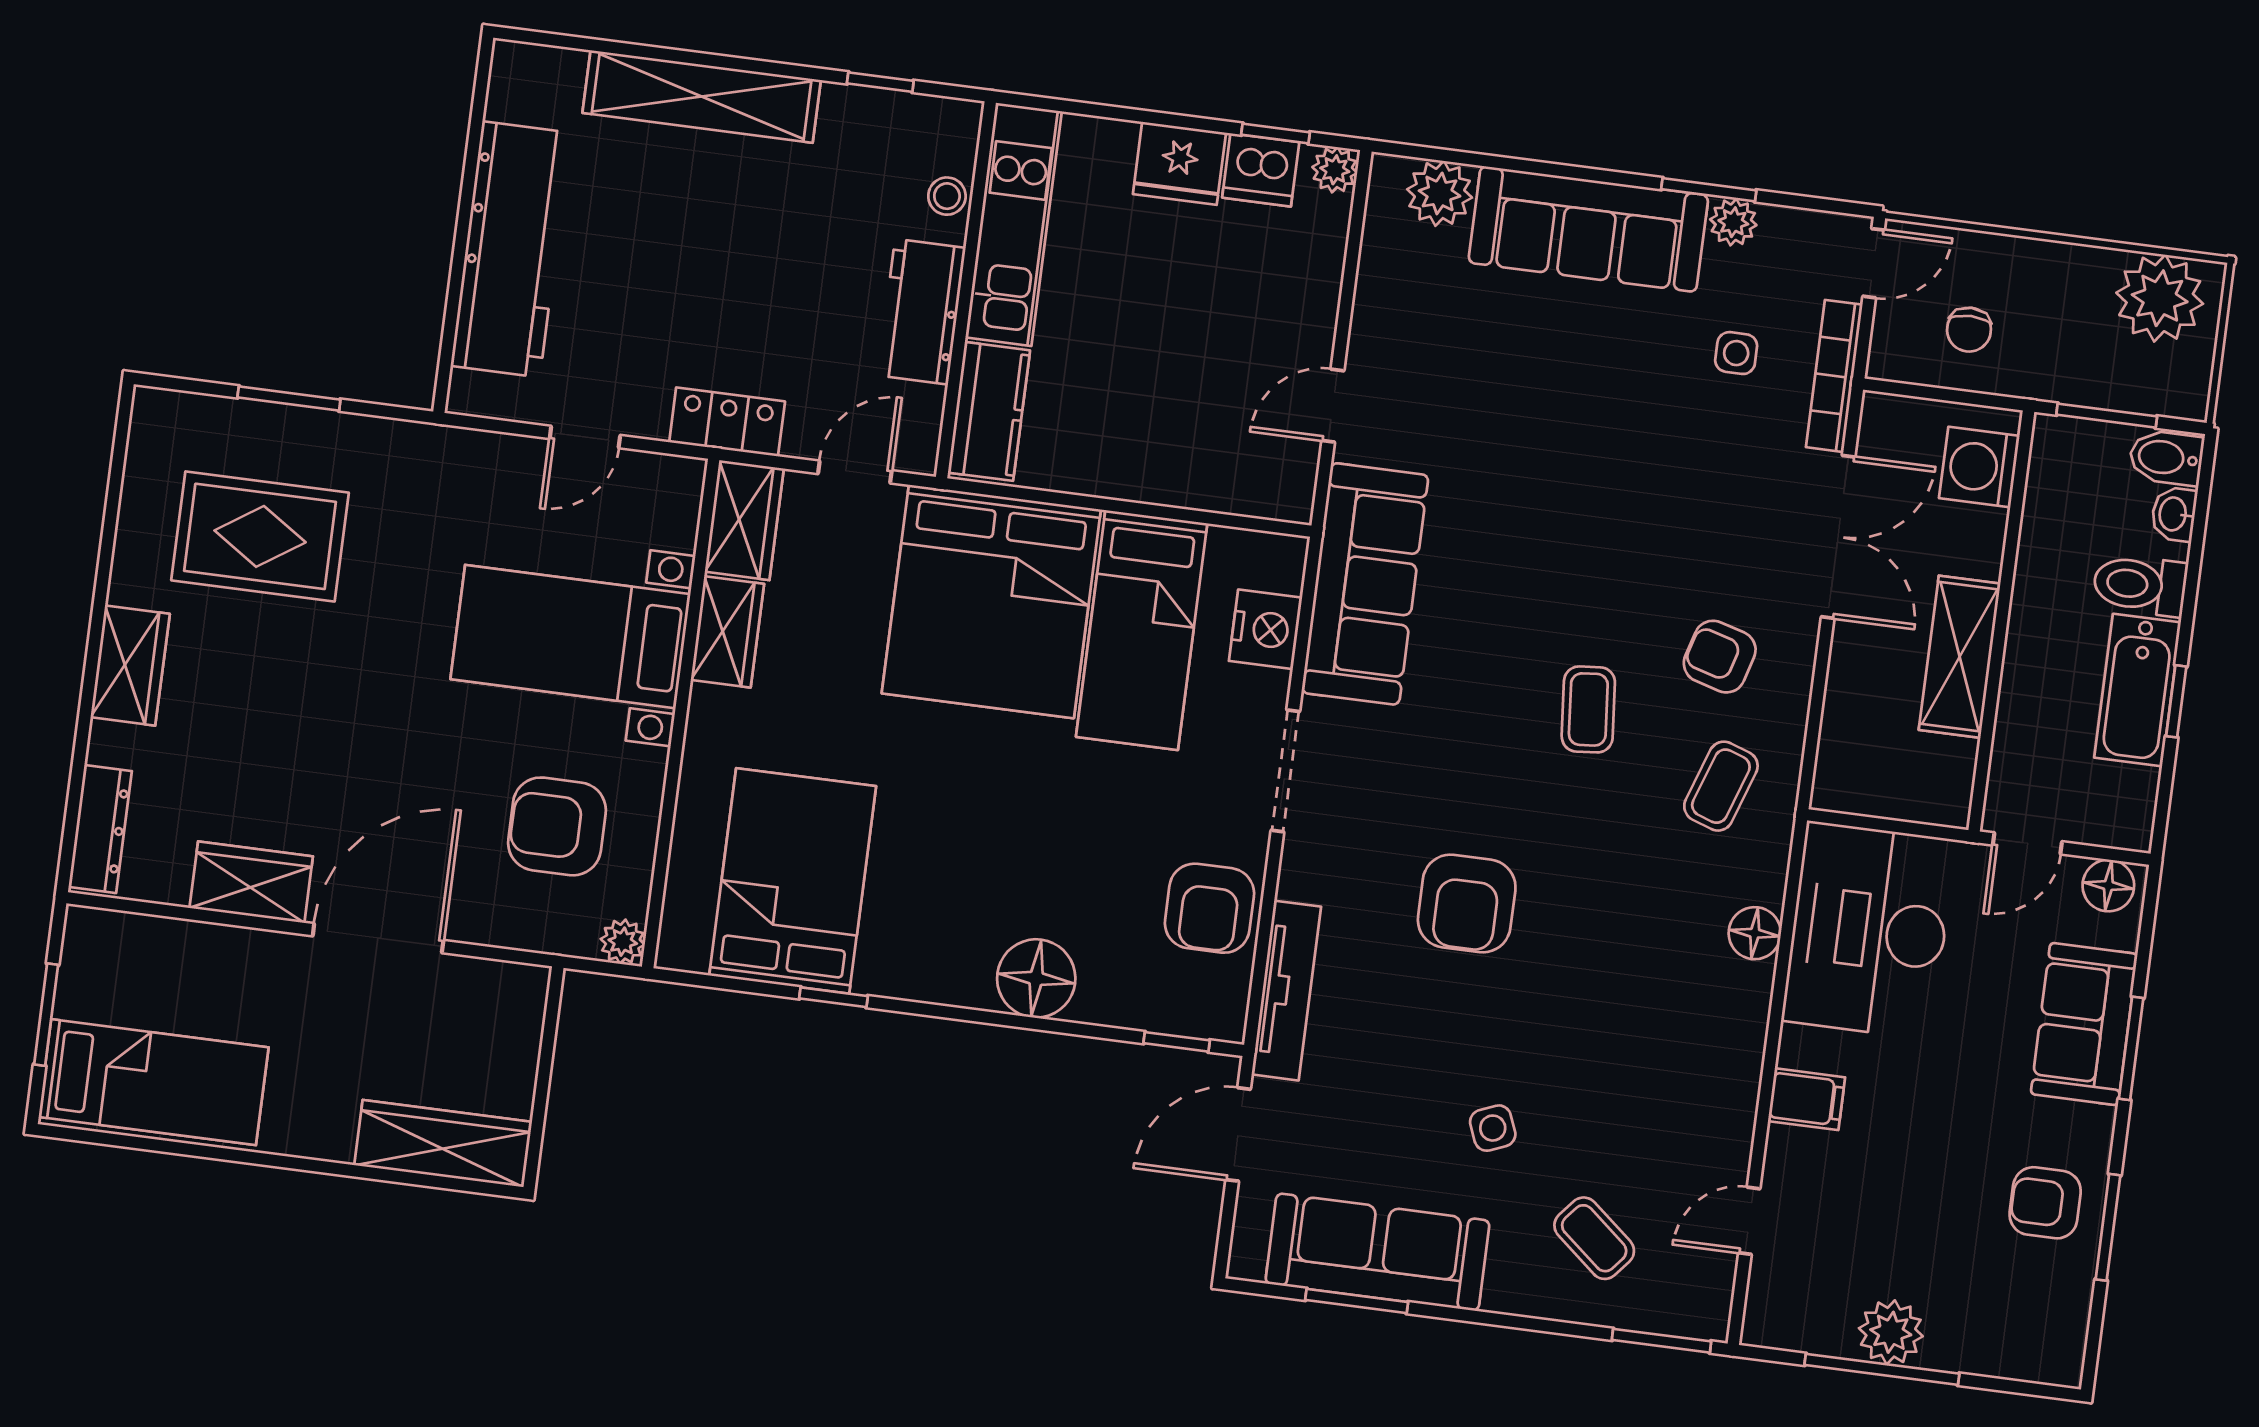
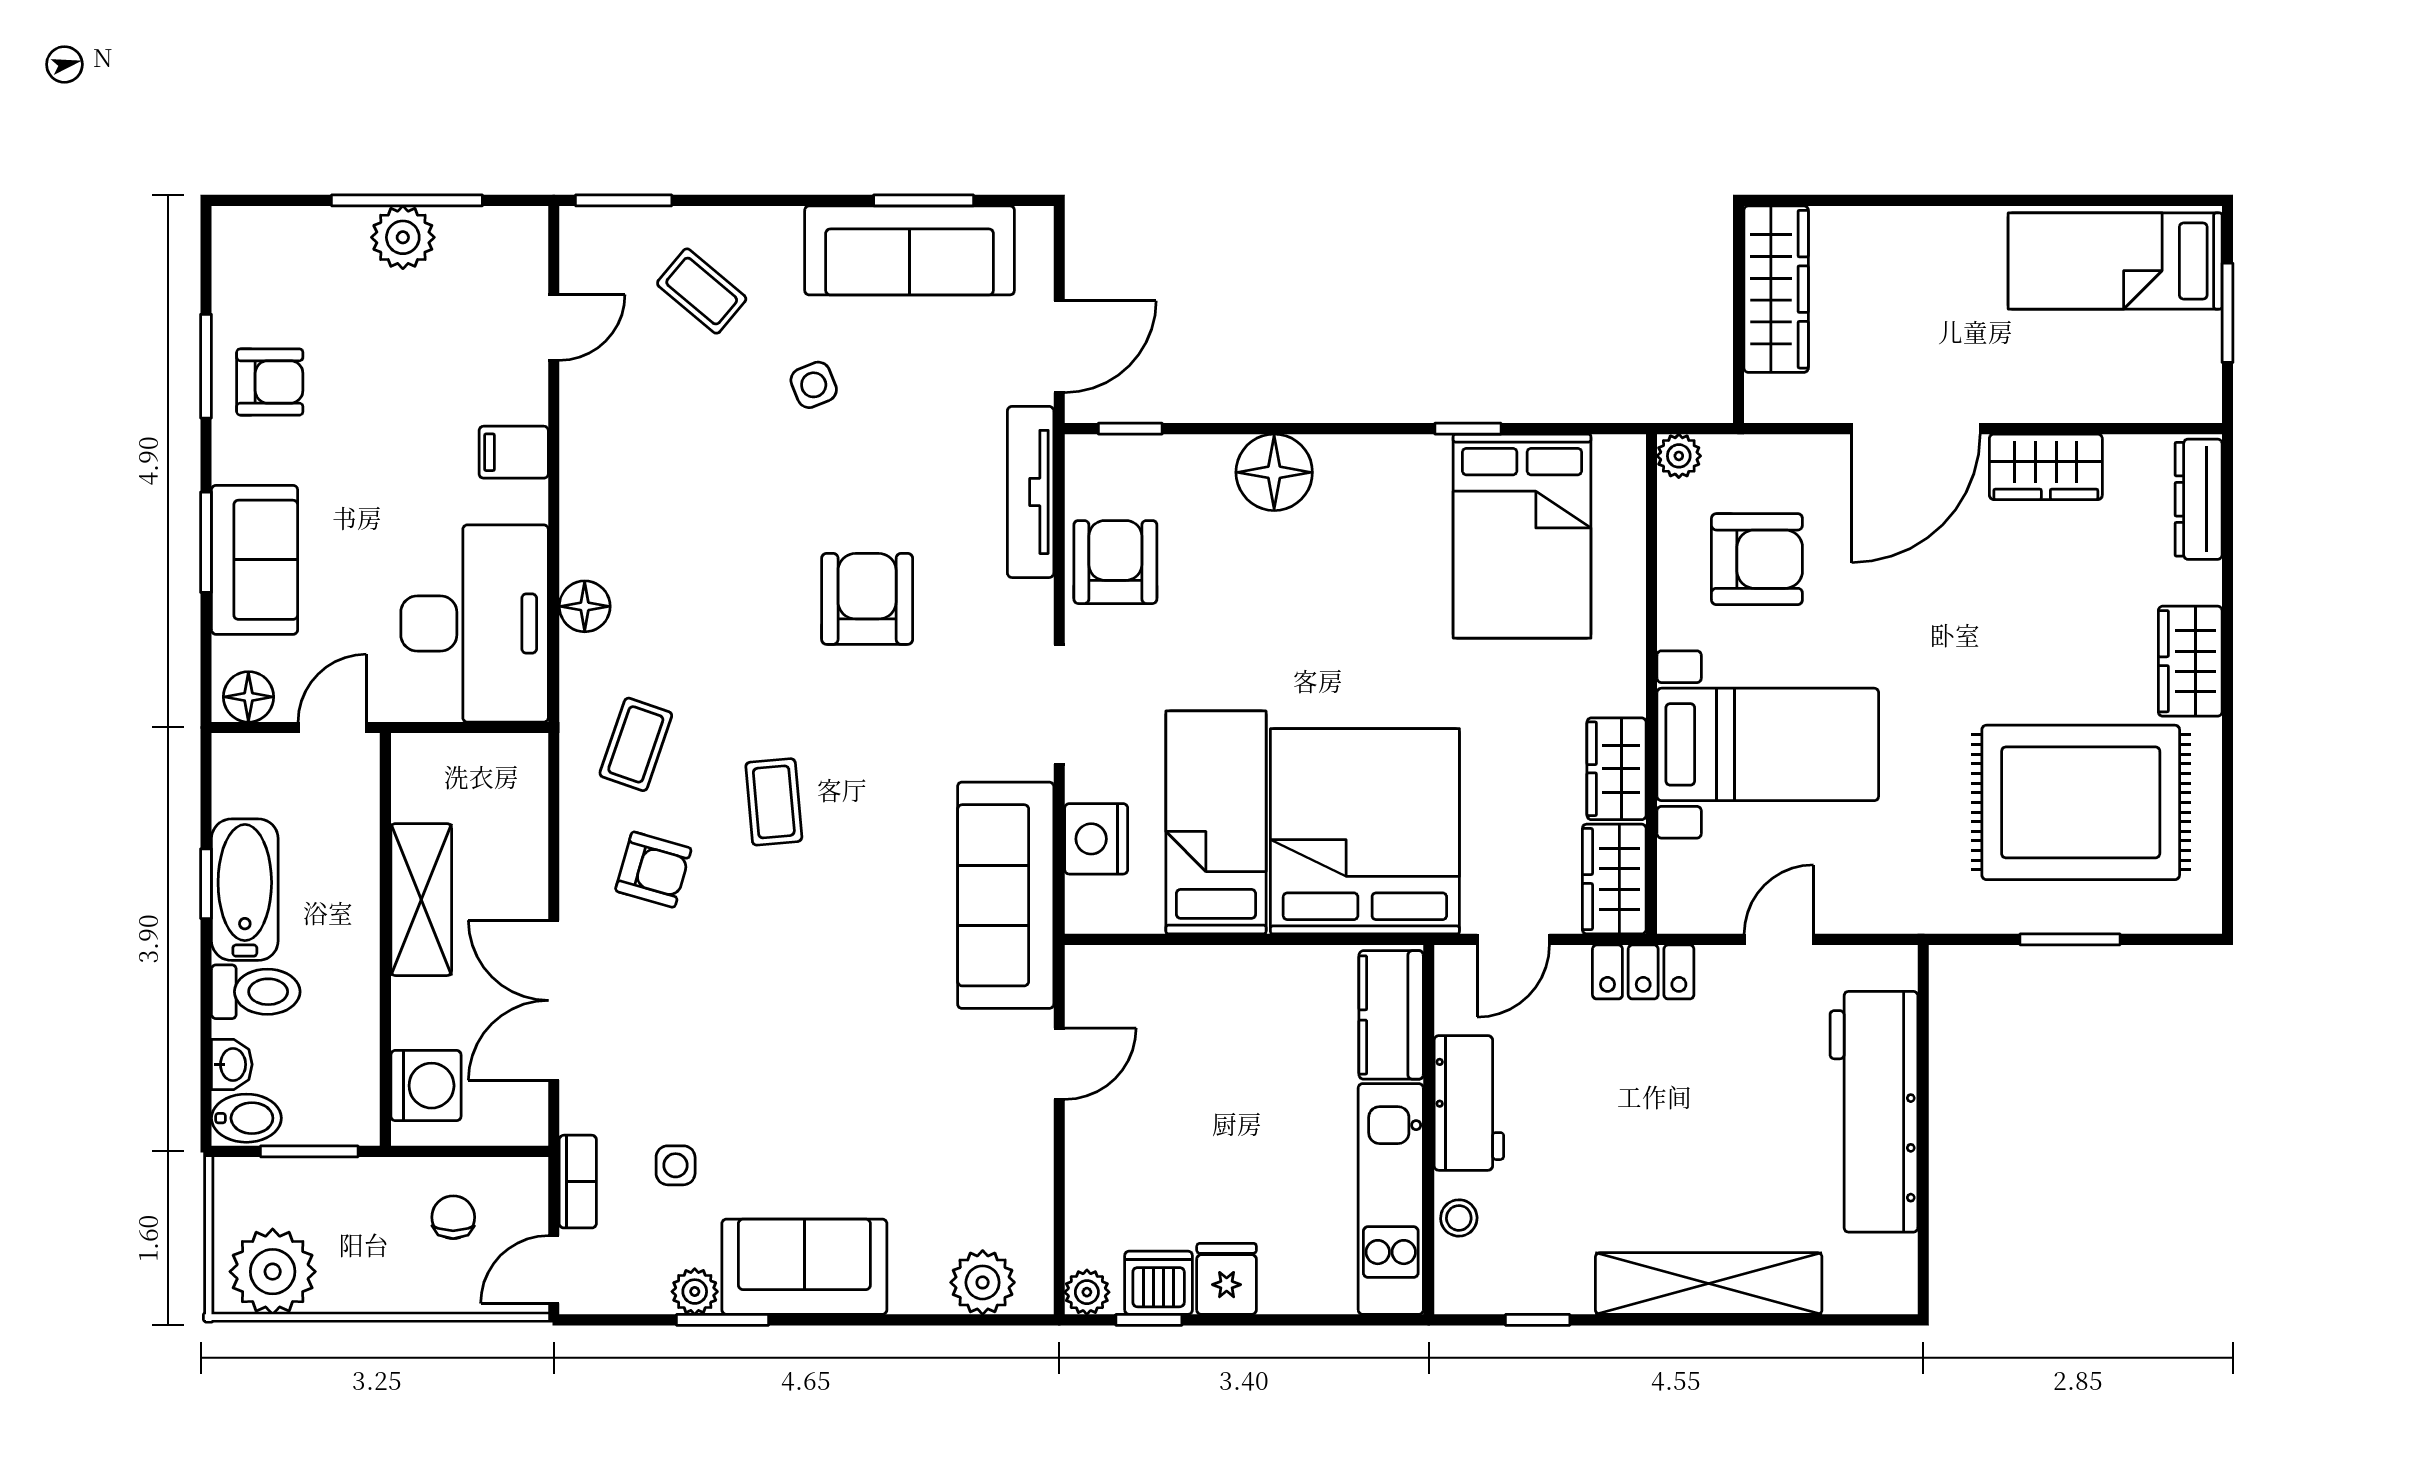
fridge: (1179, 163) -> (1227, 1279), width x0.72
sofa: (1588, 229) -> (804, 1267), width x0.73
bookcase: (1834, 376) -> (578, 1182), width x0.64
rug: (260, 536) -> (2081, 802), width x1.37, depth x1.44
wardrobe: (443, 1144) -> (1776, 289), moved, turned -90

